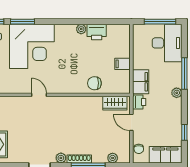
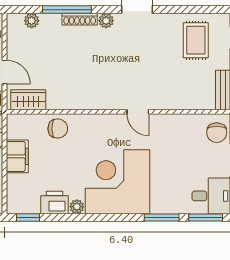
window: (115, 22) -> (28, 217), added
corner desk: (32, 46) -> (118, 182), moved
filing cabinet: (122, 64) -> (17, 156), width x2.00

